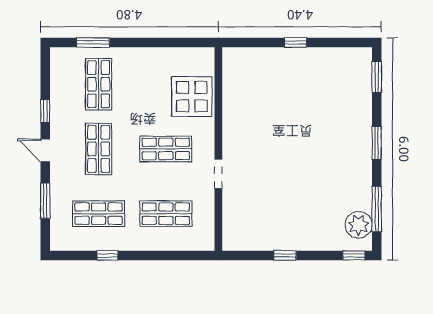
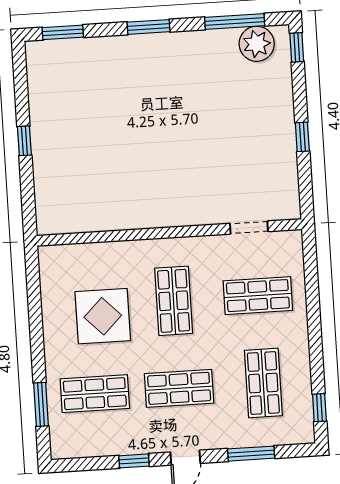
display table: (192, 97) -> (103, 316), moved
doorway: (218, 174) -> (249, 227), moved
shop shelf: (166, 214) -> (258, 296), turned 90
window: (108, 255) -> (319, 408), moved

